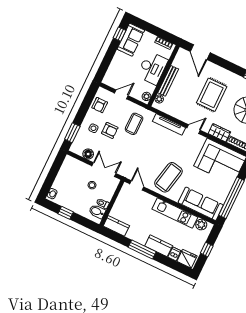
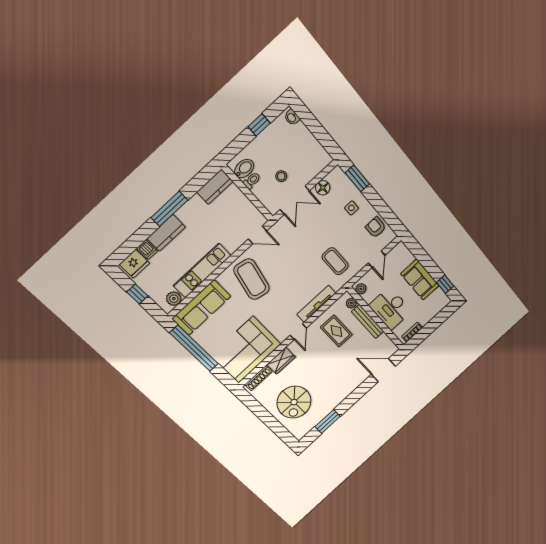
sofa: (131, 40) -> (420, 280), moved
rug: (212, 95) -> (336, 331), moved, width x0.73, depth x0.70
armchair: (110, 130) -> (340, 228), removed

